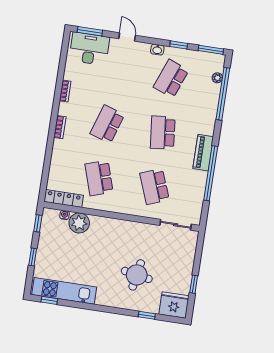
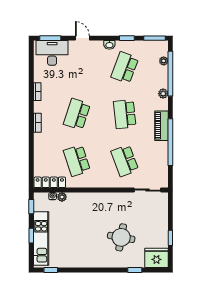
plant: (211, 116) -> (163, 94), added
plant: (79, 223) -> (62, 197), width x0.53, depth x0.53
kitchen unit: (64, 291) -> (41, 239), moved, turned 90

